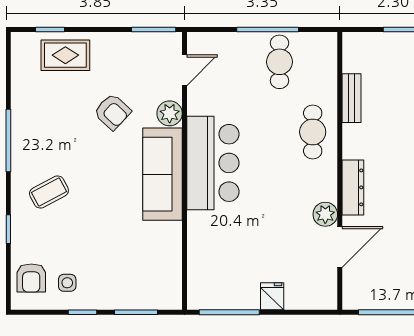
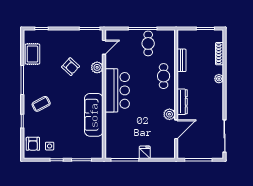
rug: (65, 55) -> (32, 54), moved, turned 90
sofa: (162, 174) -> (94, 115), moved

